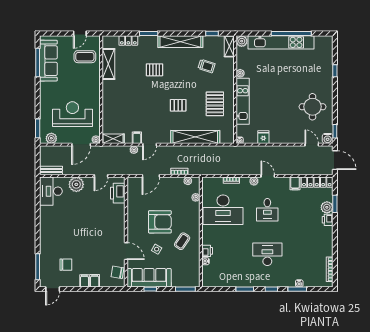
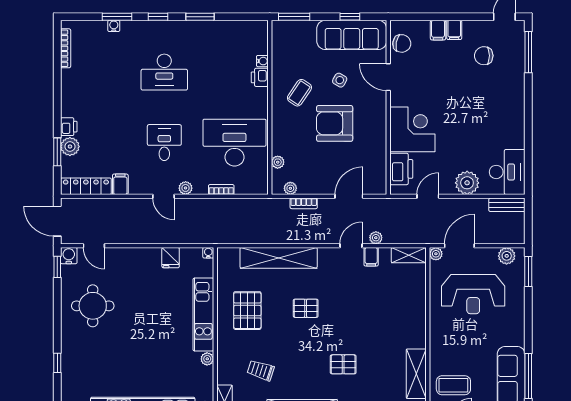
corner desk: (111, 218) -> (412, 129), added

